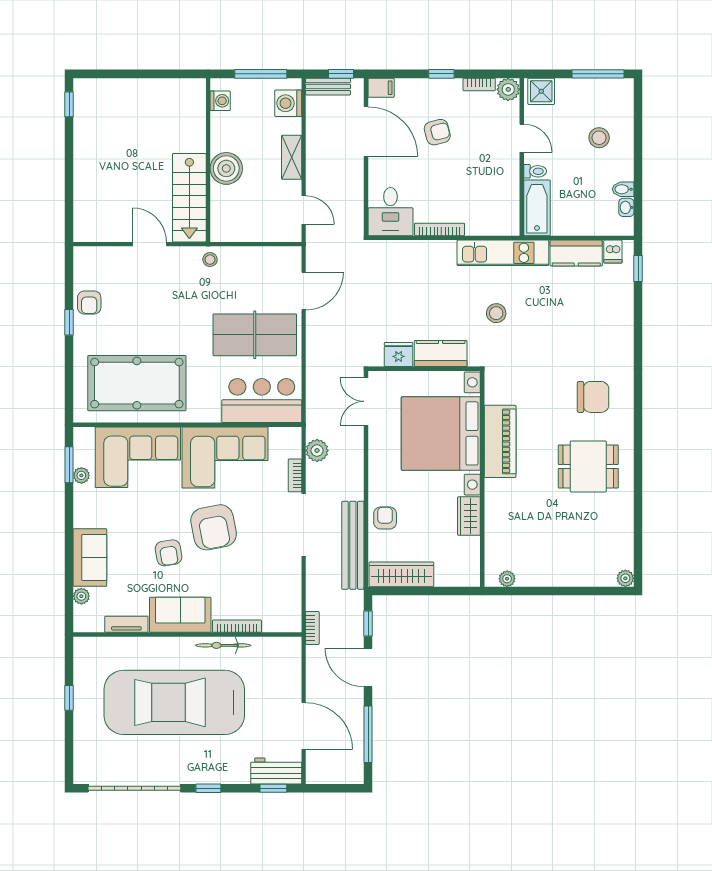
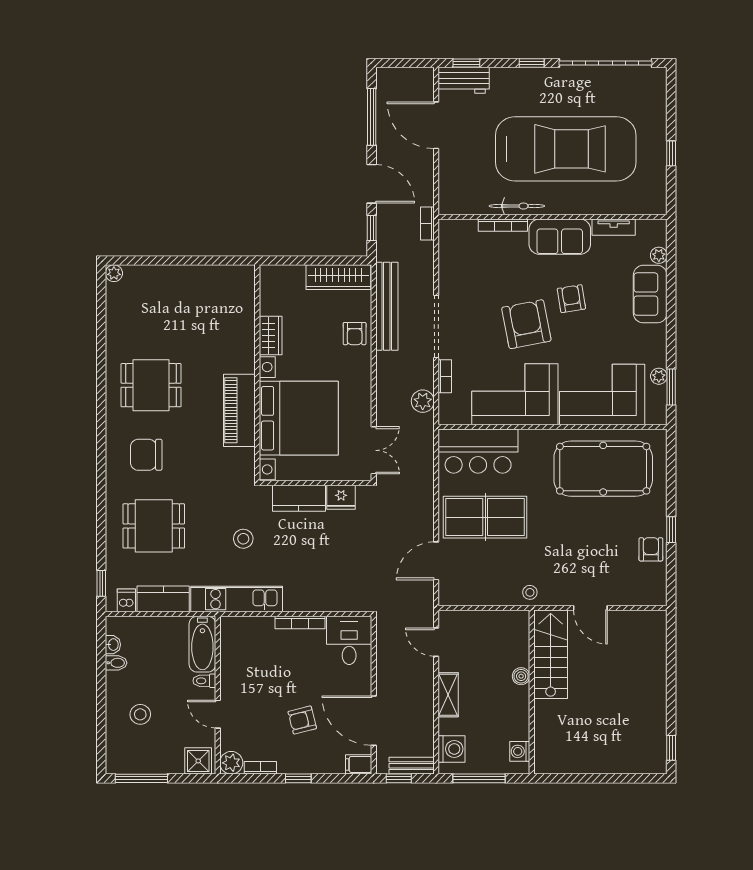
boiler: (226, 168) -> (521, 676), width x0.54, depth x0.54
dining table: (586, 326) -> (154, 526), added
plant: (507, 579) -> (232, 273), removed

